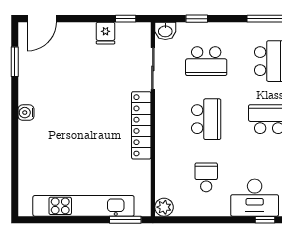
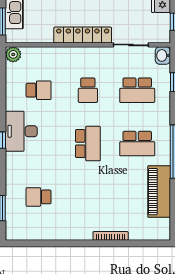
school desk: (206, 61) -> (137, 90), turned -90
school desk: (206, 119) -> (88, 90), width x0.54

